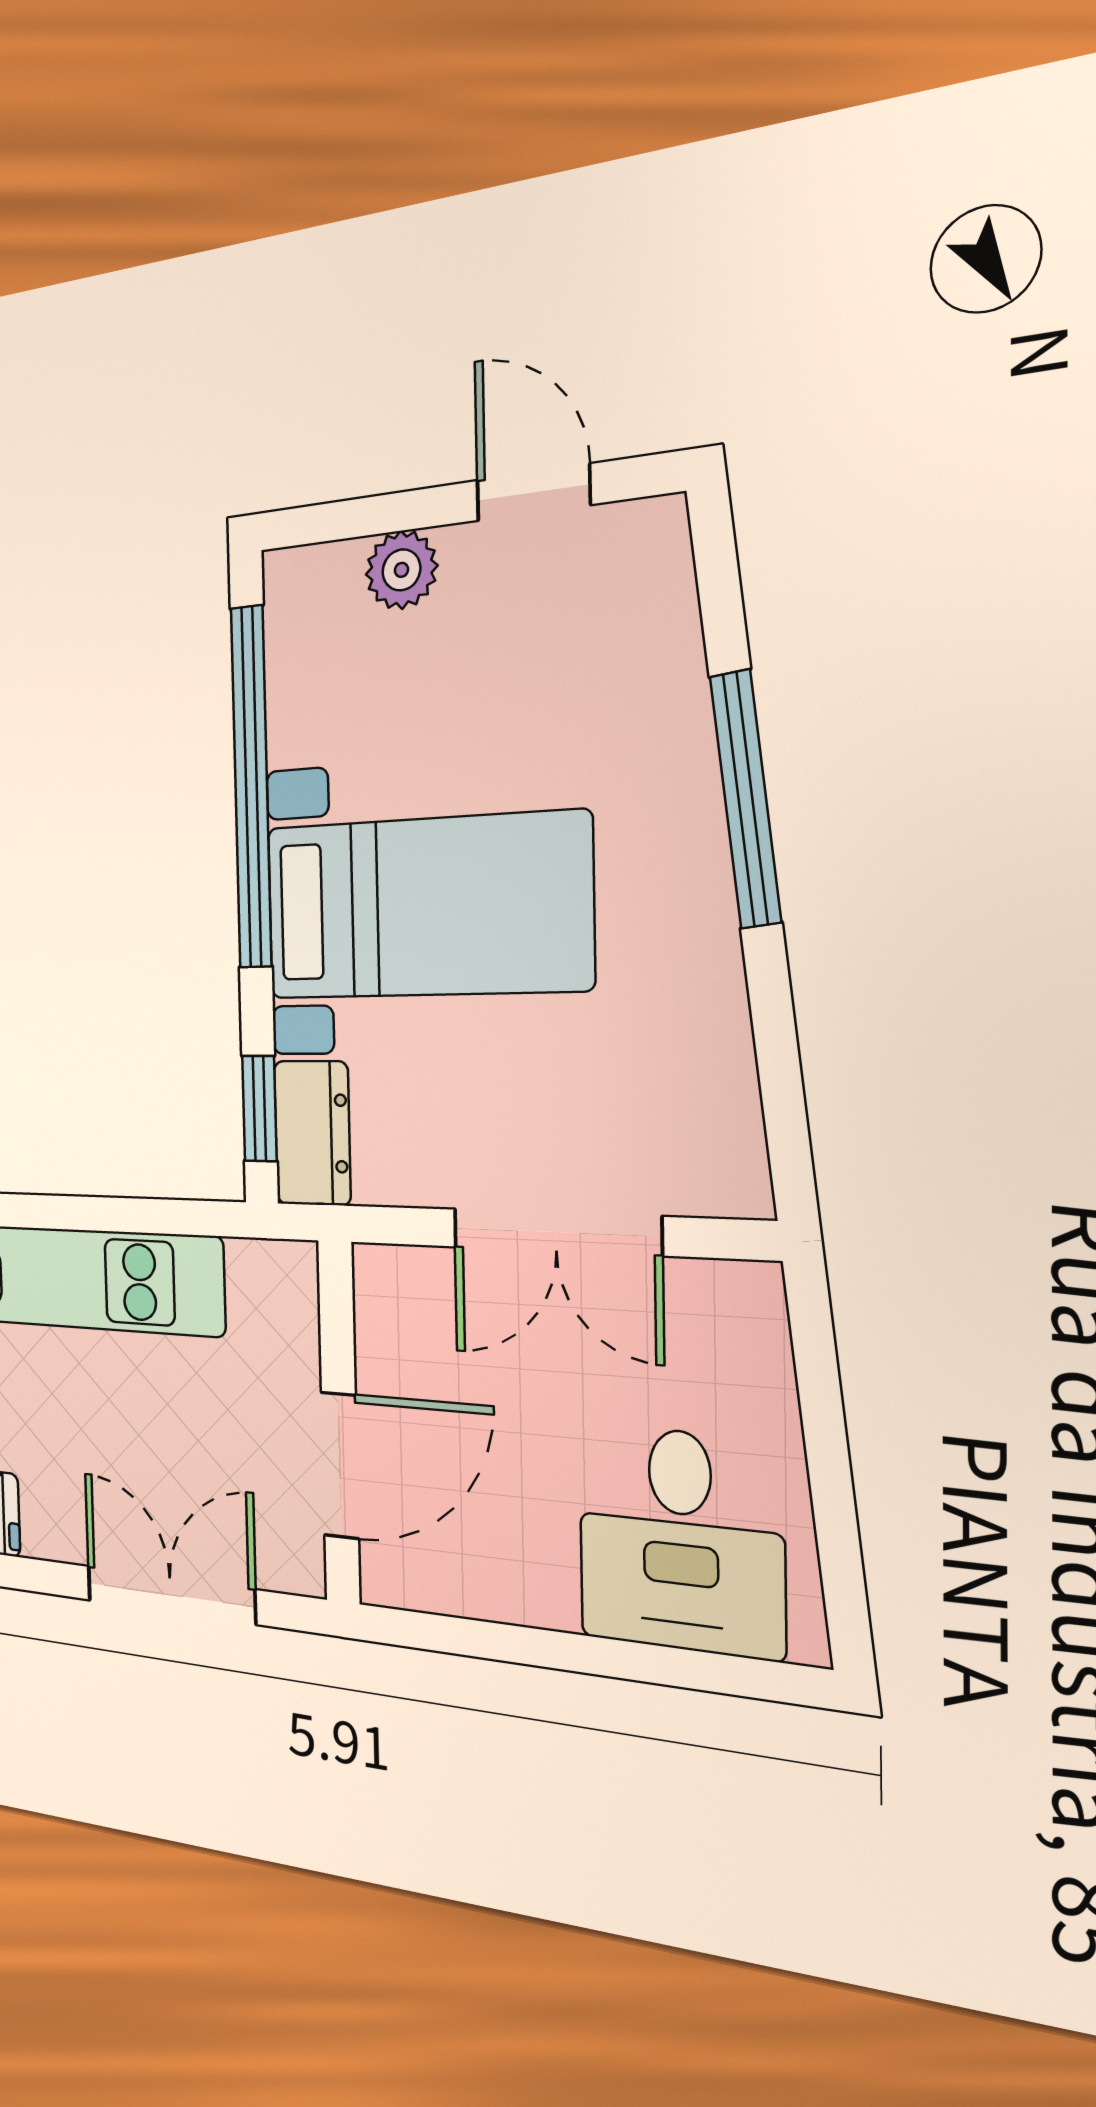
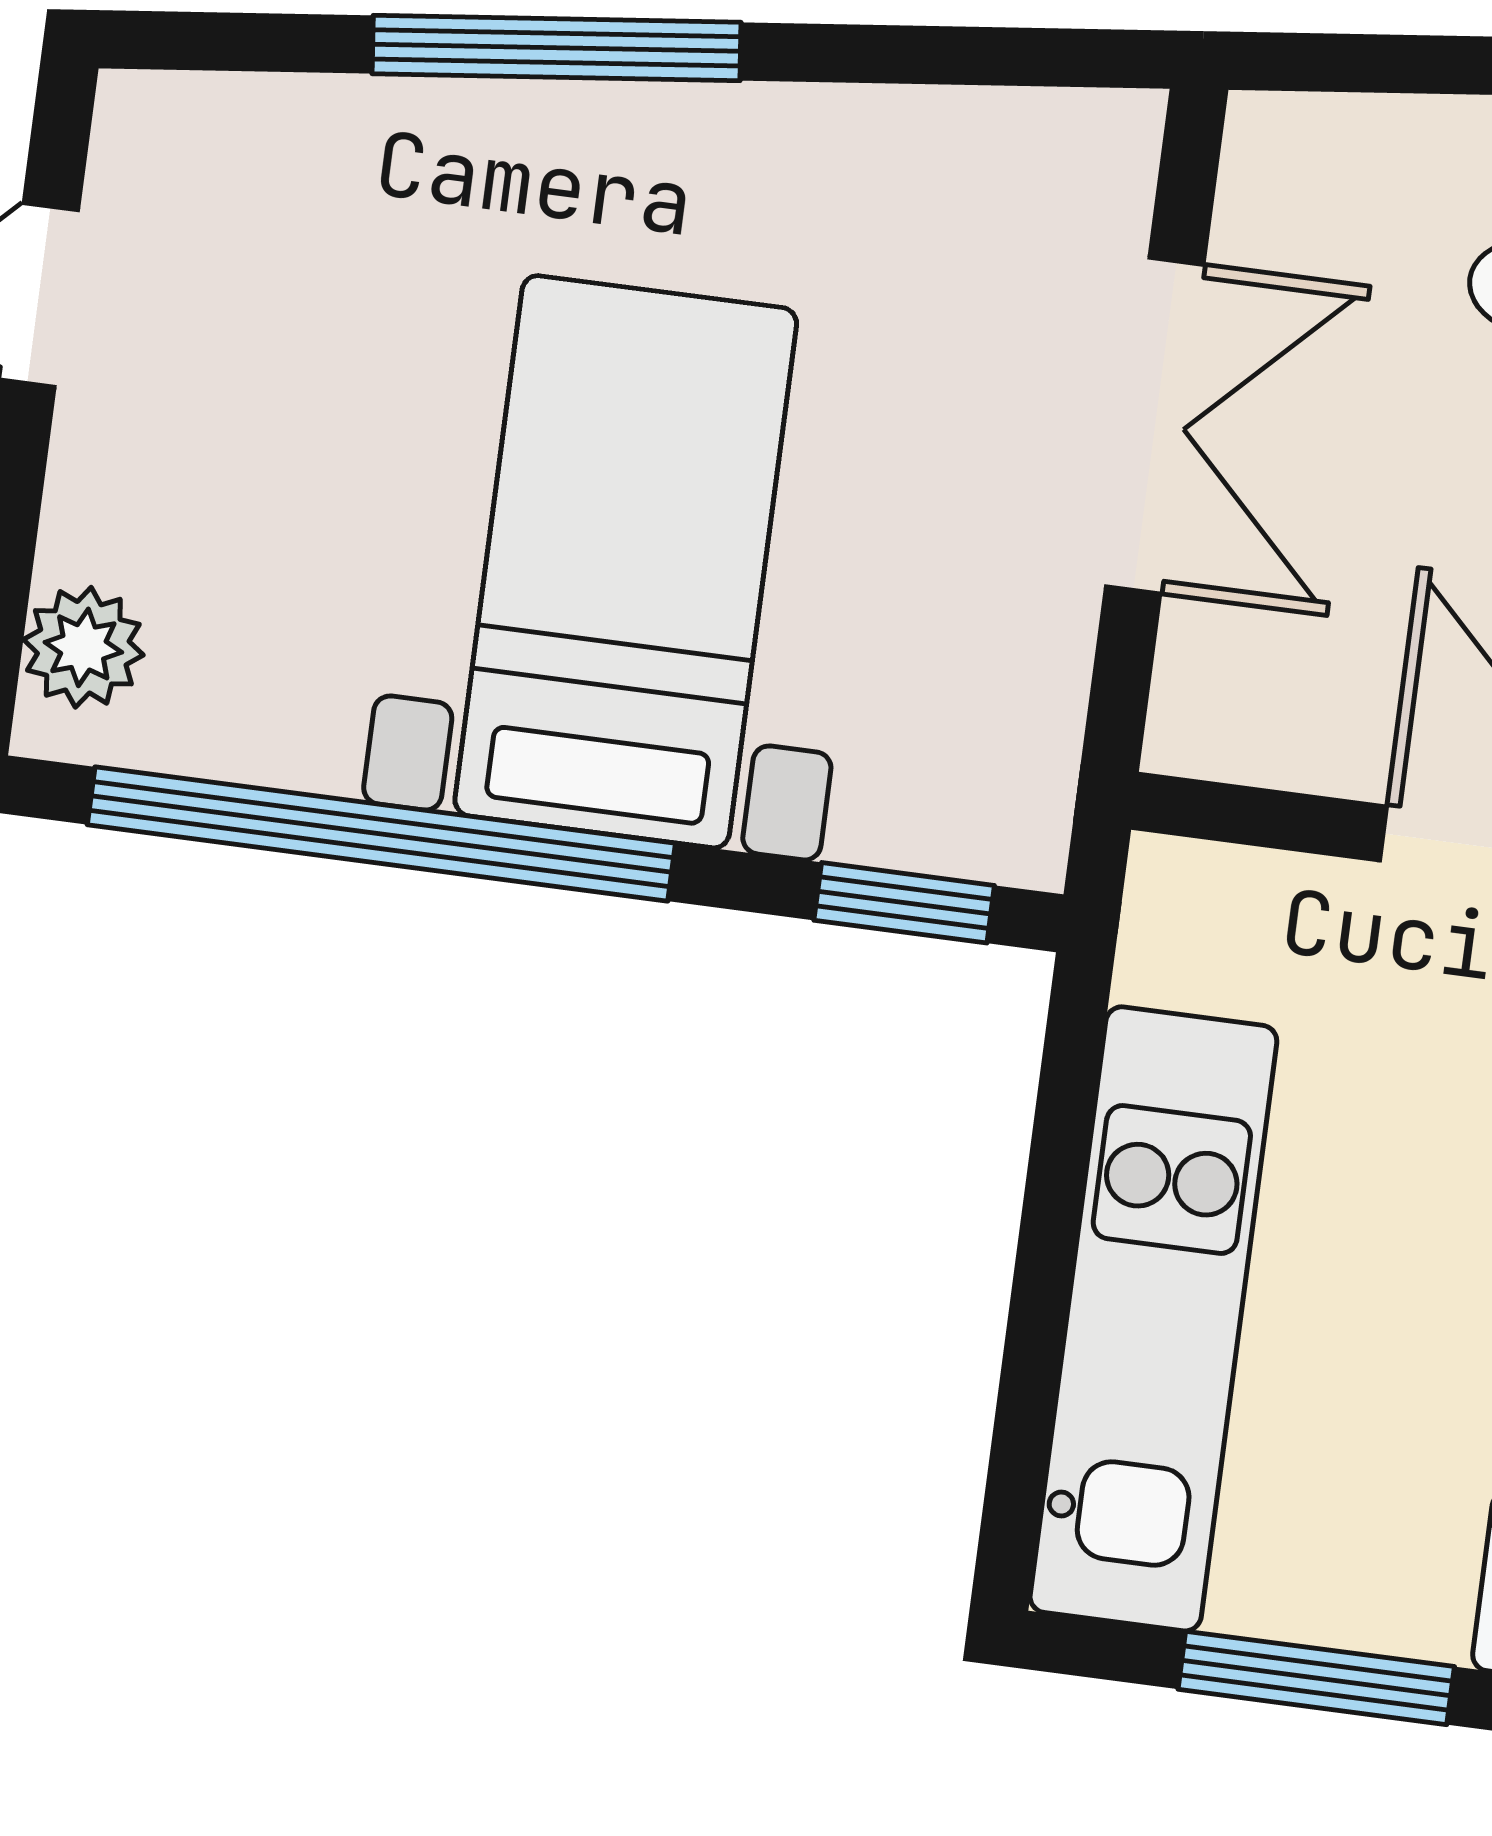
plant: (402, 570) -> (83, 647), moved
dresser: (312, 1133) -> (956, 813), removed

